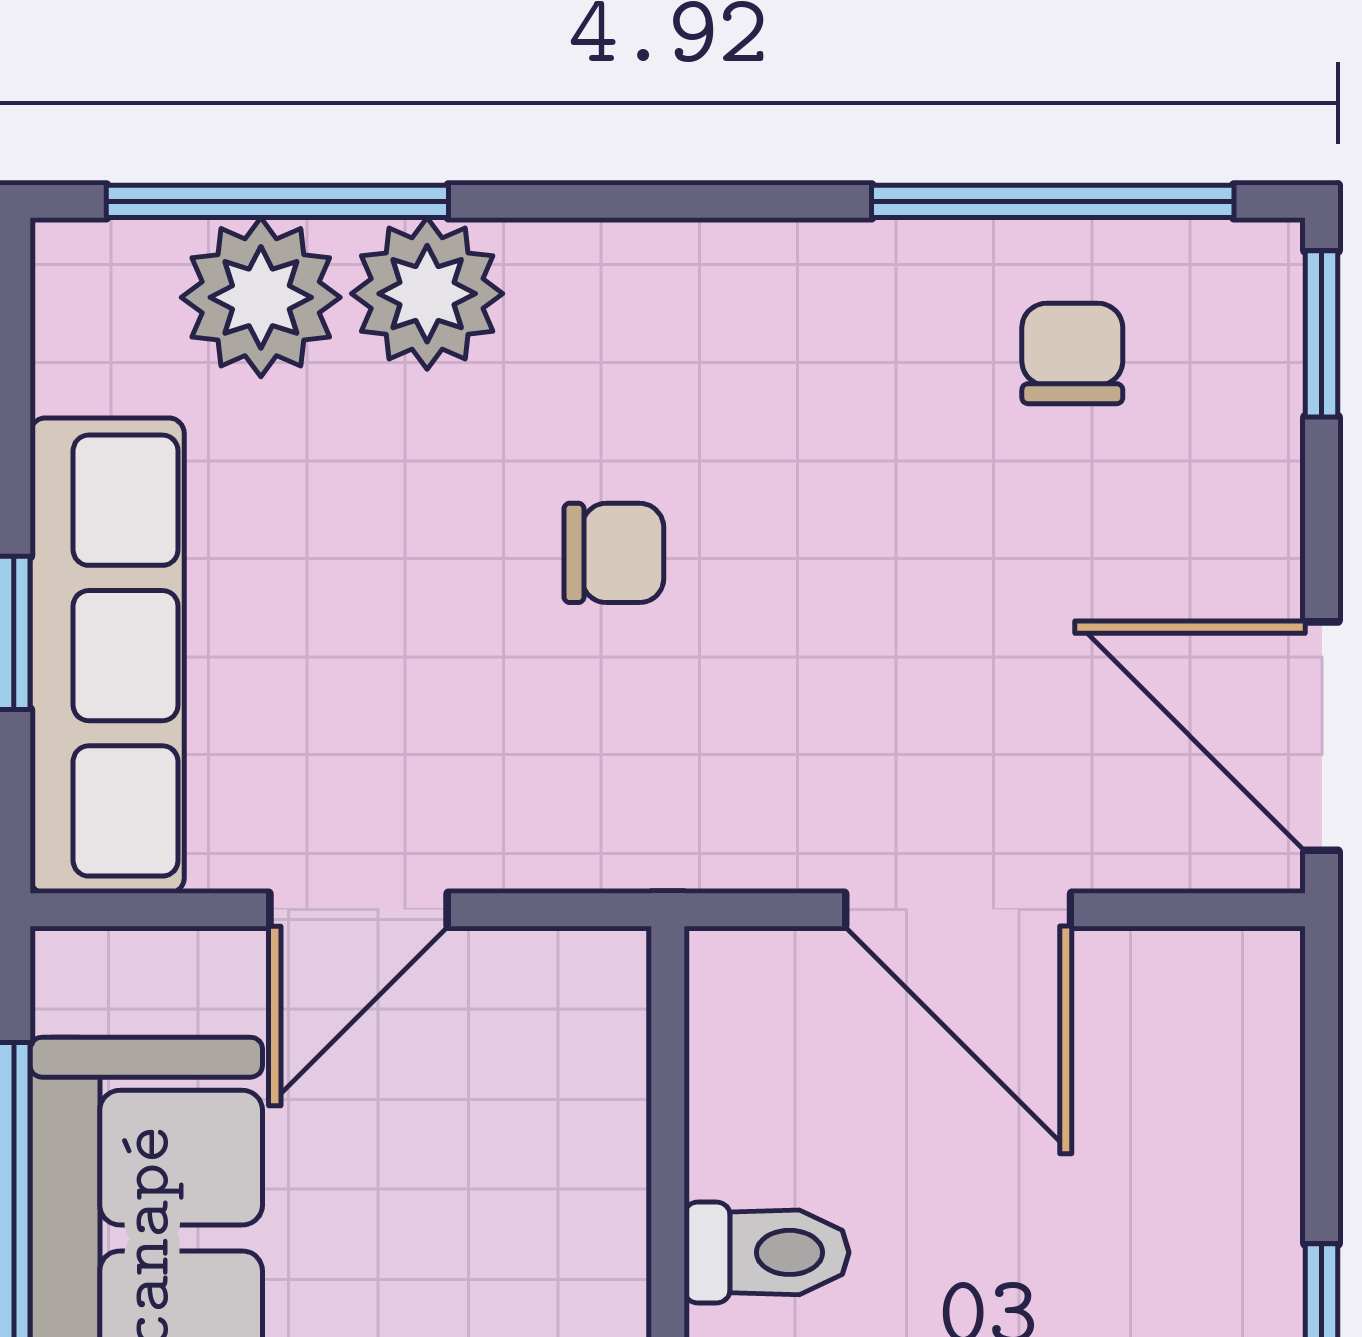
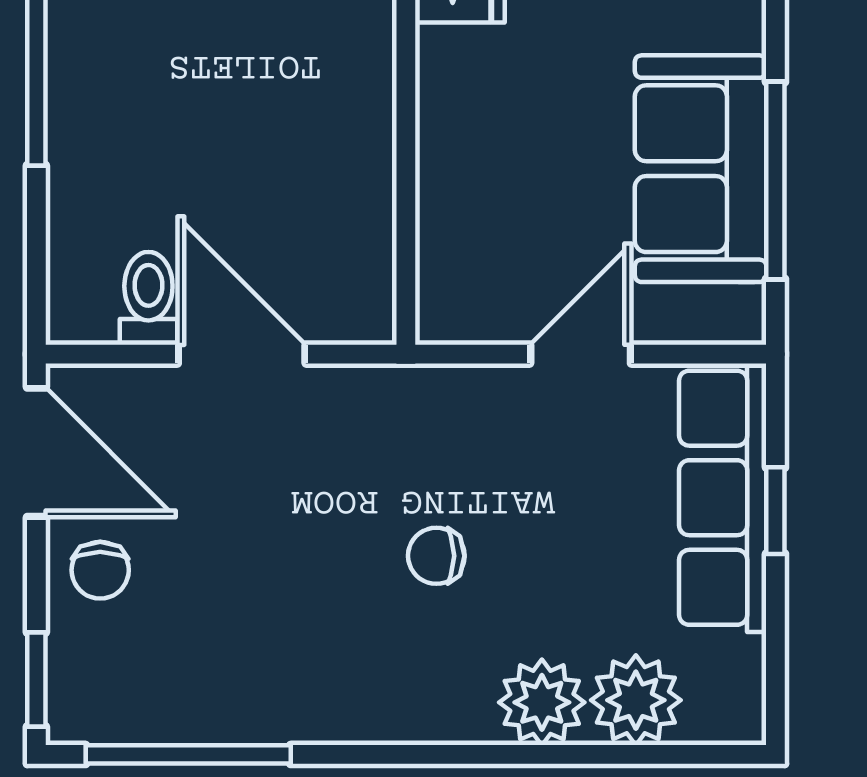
window: (277, 201) -> (626, 754), removed
chair: (1072, 353) -> (100, 570), moved
toilet: (766, 1252) -> (148, 298), moved, turned 90

